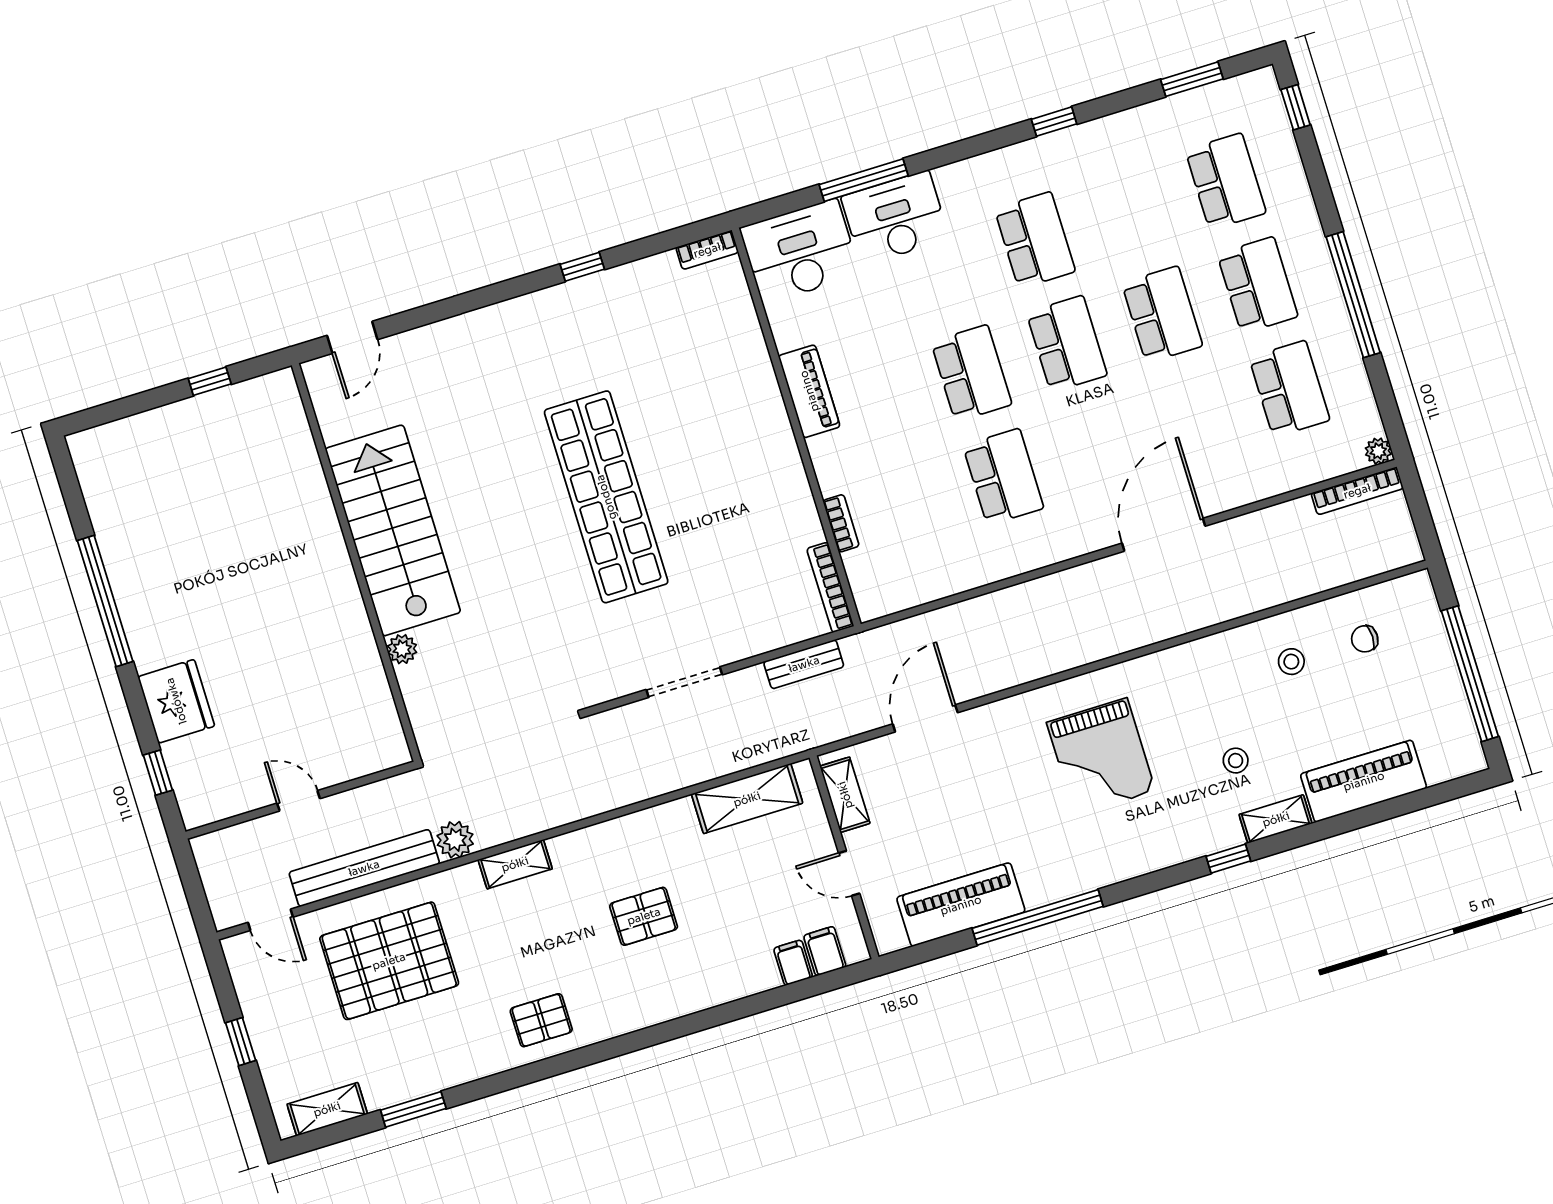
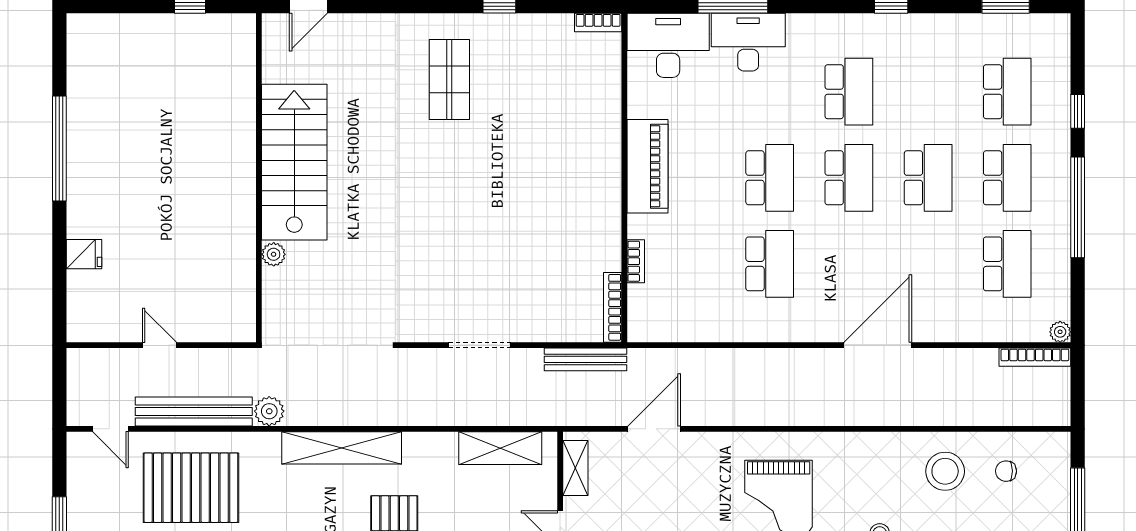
window: (1296, 107) -> (1078, 111), moved
piano: (809, 391) -> (647, 166), width x1.37, depth x1.33
shop shelf: (606, 497) -> (449, 79), moved, width x0.50, depth x0.74
stool: (1291, 662) -> (945, 471), width x1.89, depth x1.89
bench: (804, 664) -> (586, 359), width x1.36
fridge: (176, 701) -> (84, 254), width x0.53, depth x0.75
window: (158, 773) -> (59, 291), removed
shelving: (515, 864) -> (342, 448), width x2.20, depth x1.33

